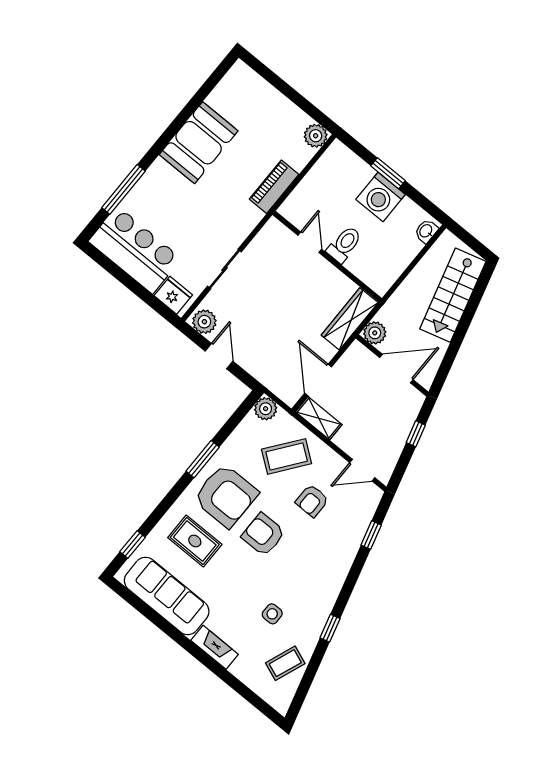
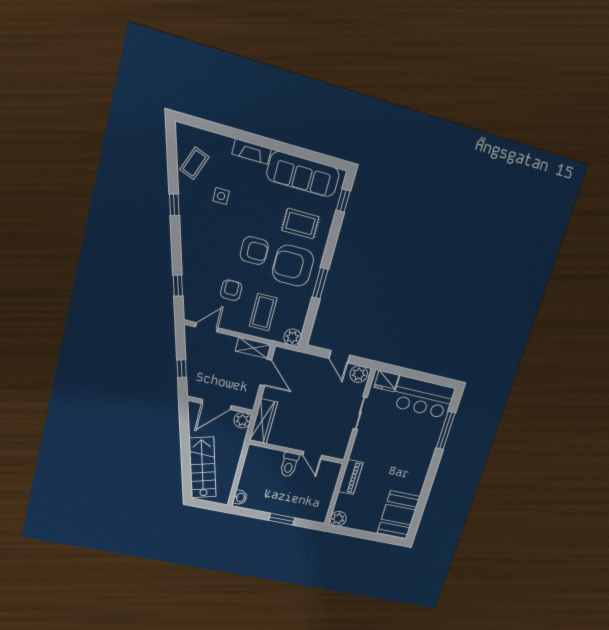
booth: (199, 143) -> (399, 515), moved
washing machine: (381, 197) -> (280, 503), removed
coffee table: (287, 456) -> (263, 312), turned -37

